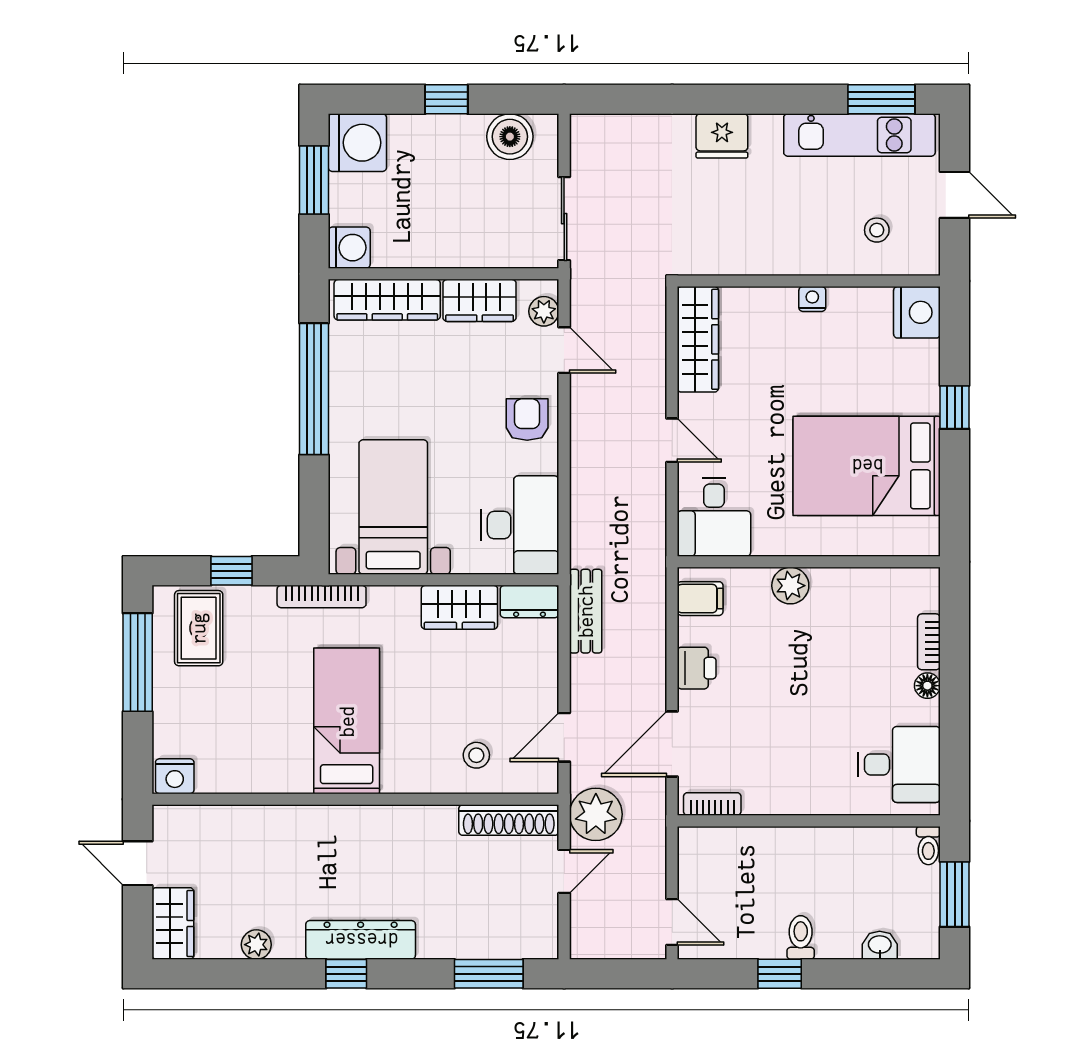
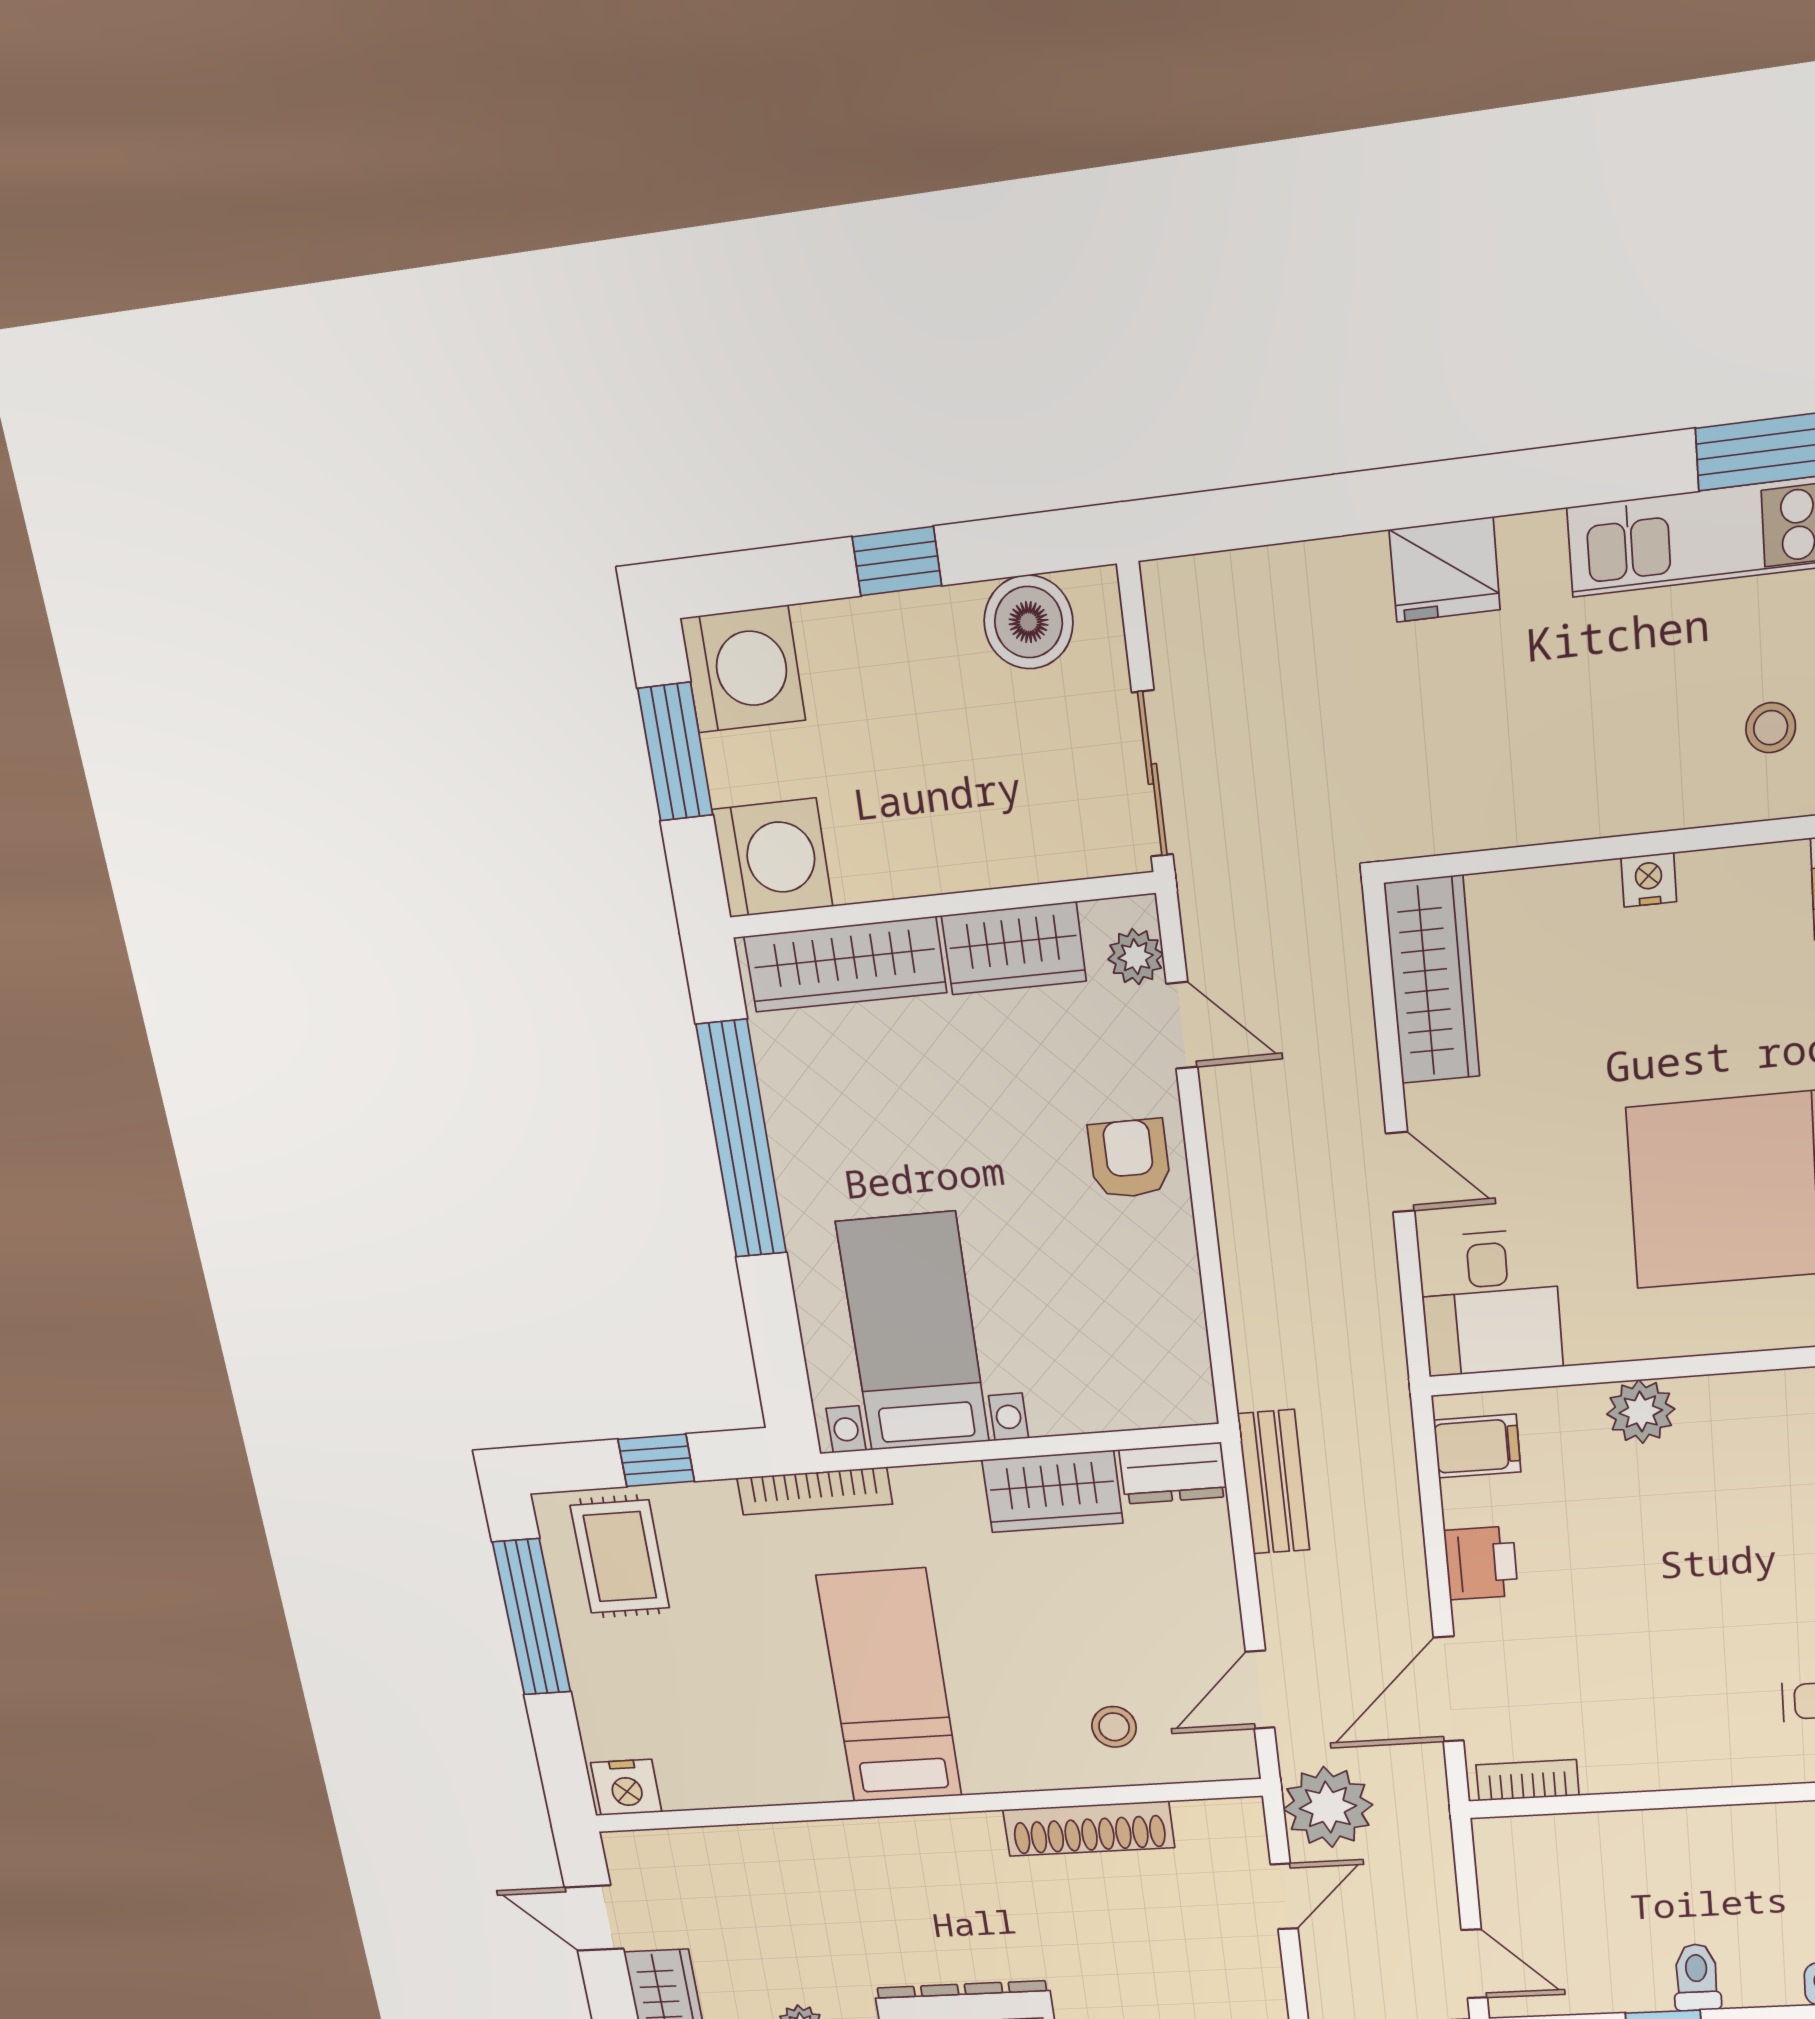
washing machine: (349, 248) -> (773, 858), width x1.37, depth x1.37
desk: (520, 525) -> (1140, 1345), removed
shoe rack: (509, 820) -> (1089, 1829), moved

